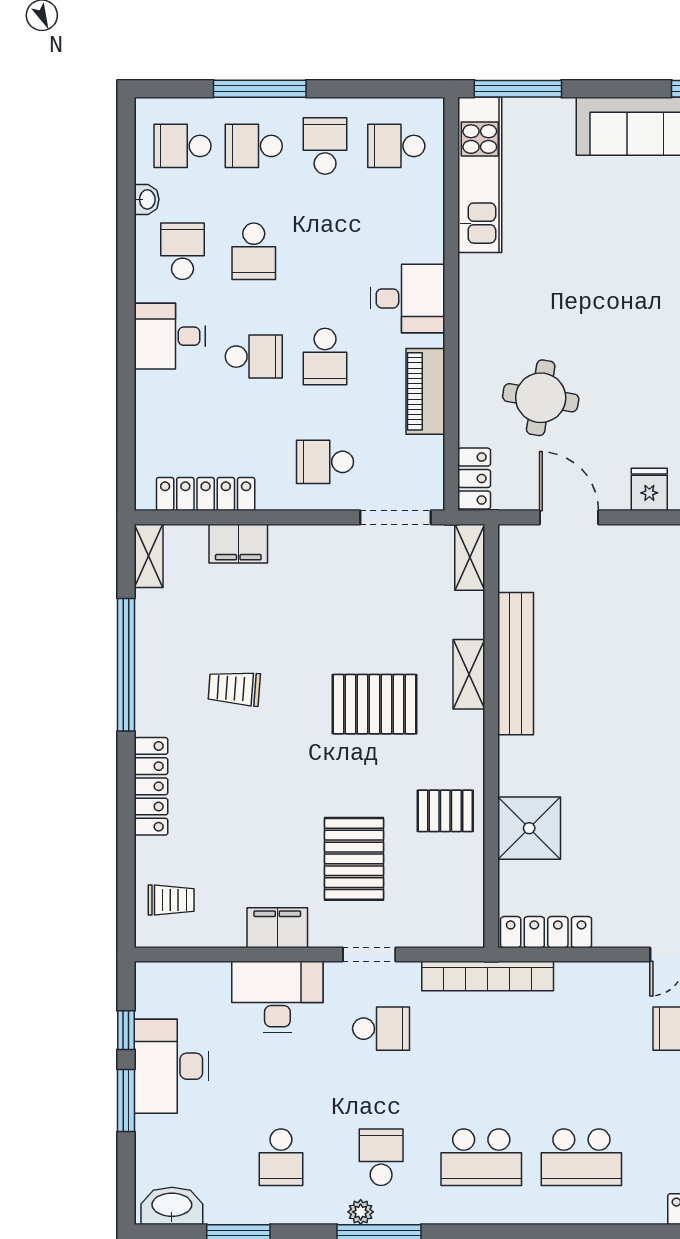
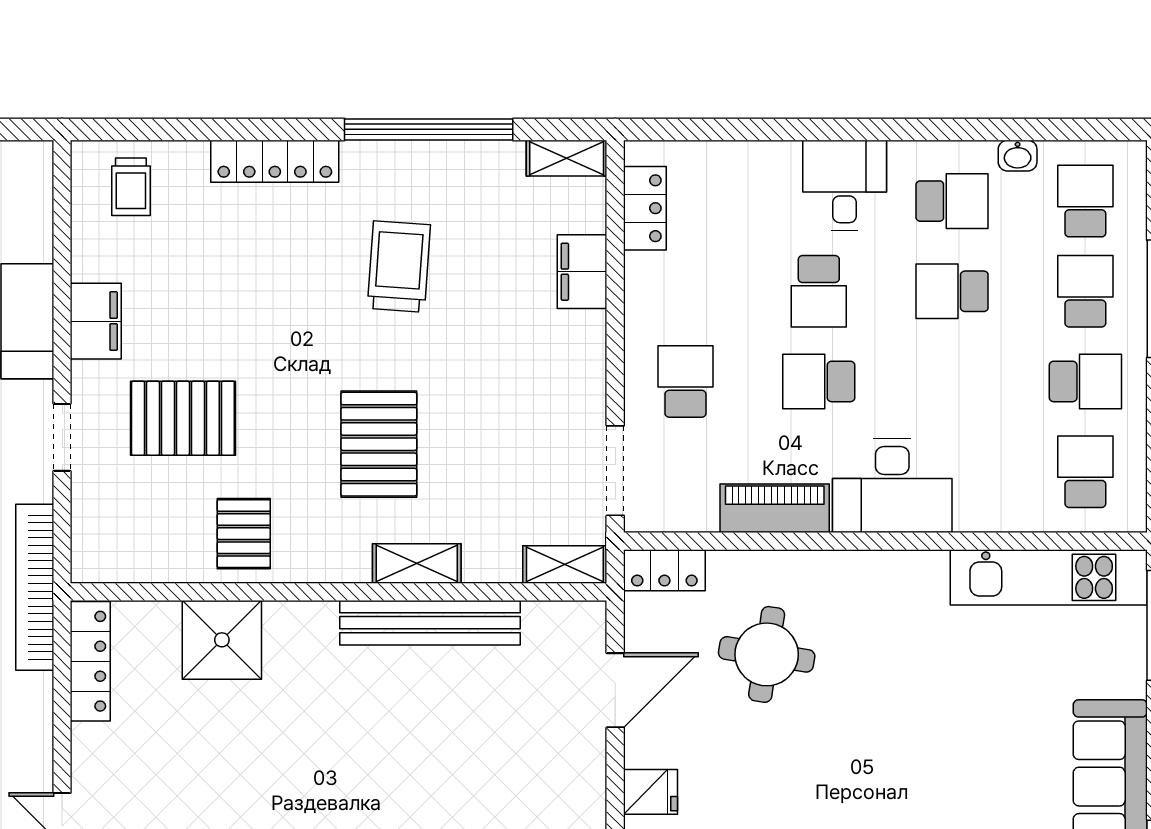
desk: (407, 298) -> (892, 486), width x1.37
locker: (206, 494) -> (645, 208), width x0.66
trolley: (234, 688) -> (399, 267), width x1.36, depth x1.39

